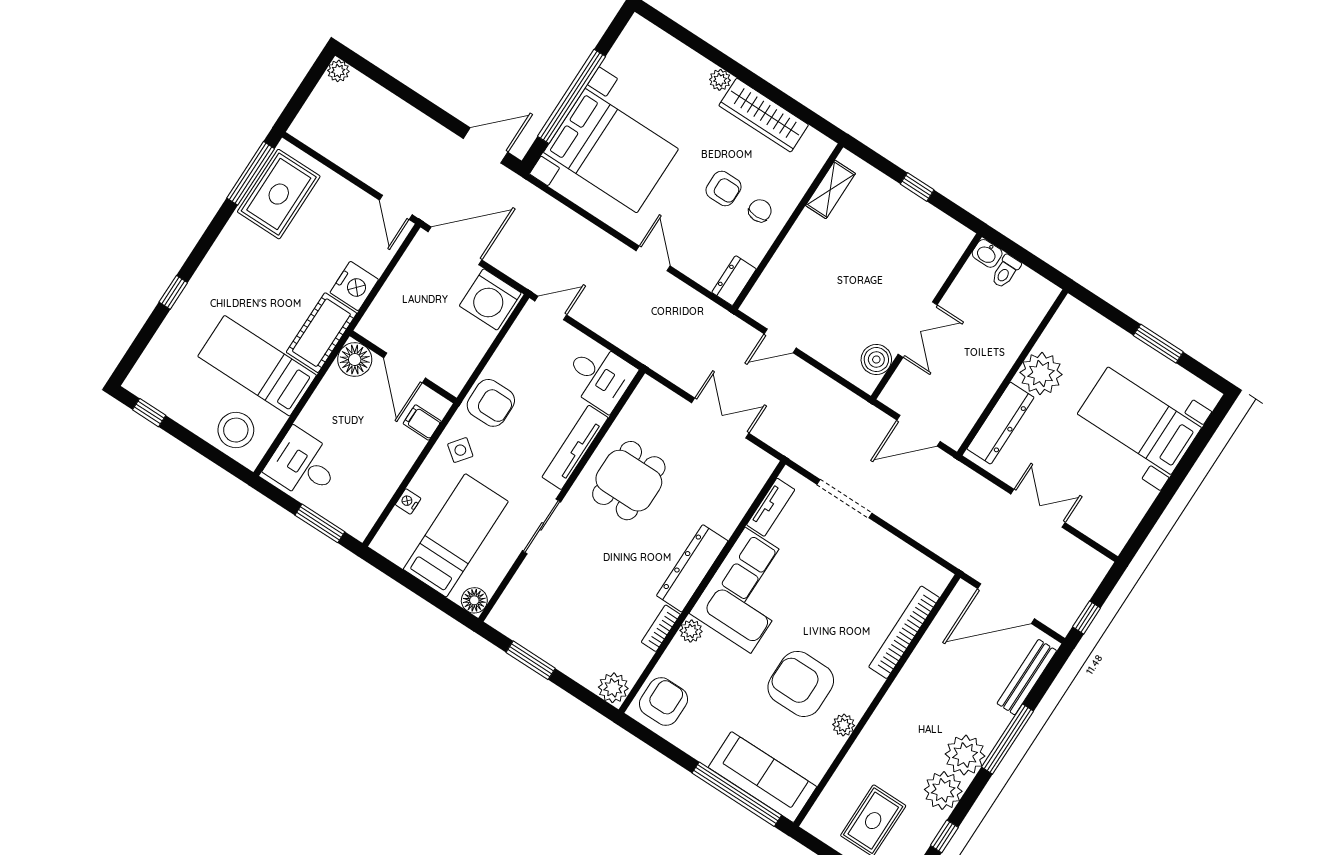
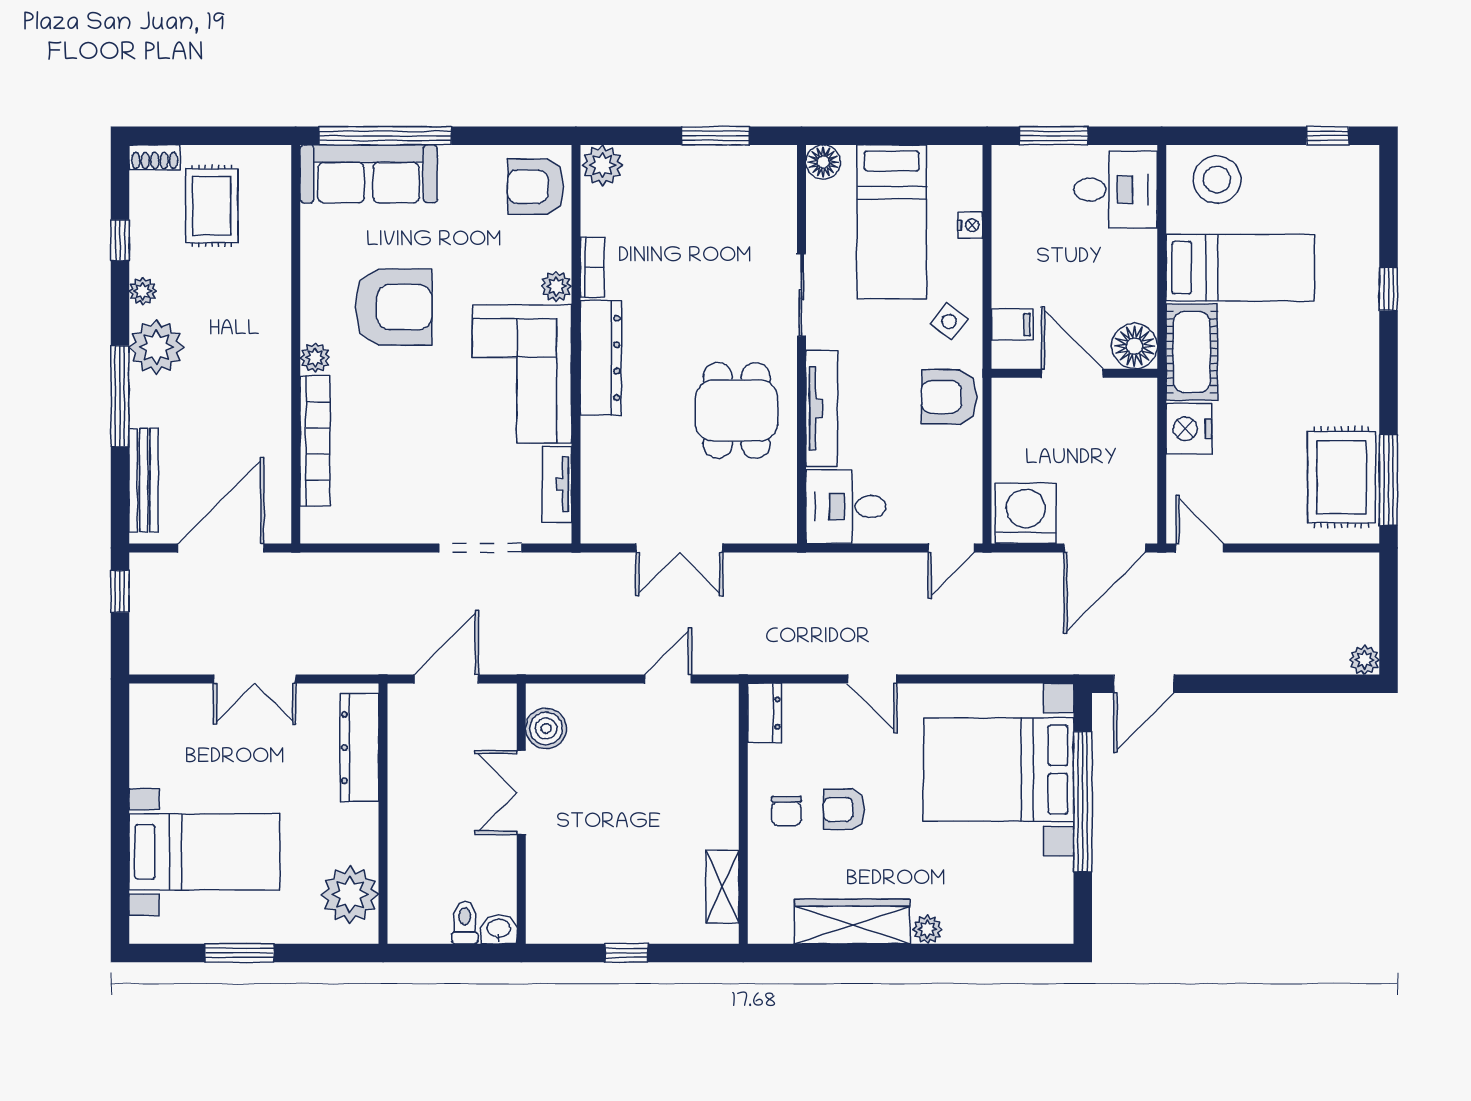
plant: (1041, 374) -> (350, 895), moved
armchair: (663, 701) -> (536, 187), turned 90
plant: (844, 725) -> (315, 358), moved
plant: (943, 790) -> (143, 291), width x0.53, depth x0.53

